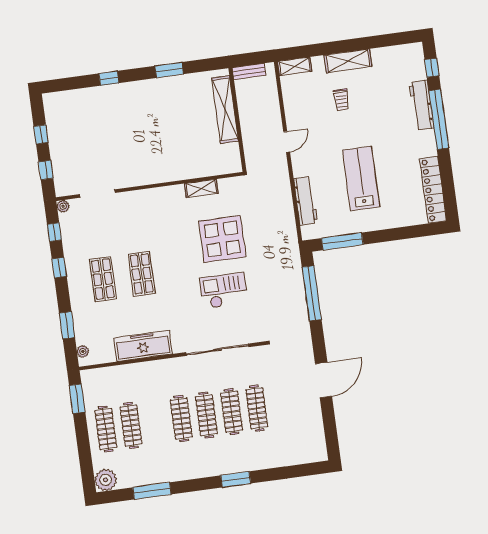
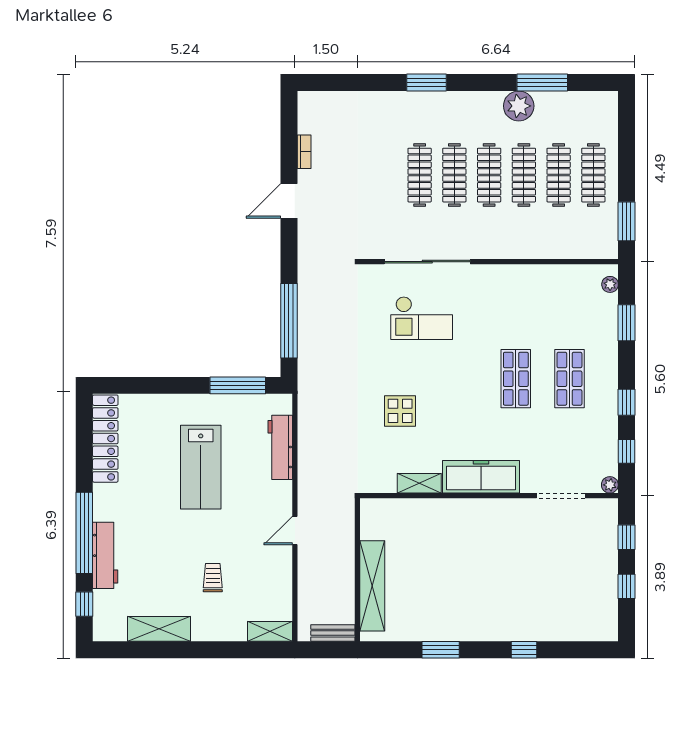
shelving: (348, 61) -> (159, 629), moved
display table: (222, 239) -> (400, 411), width x0.54, depth x0.54
checkout: (224, 291) -> (422, 318), moved
freezer: (143, 346) -> (481, 477), moved, turned 180
door: (324, 380) -> (289, 201), width x0.73
clothes rail: (257, 408) -> (524, 175), moved
bookcase: (318, 417) -> (304, 152), added
plant: (106, 480) -> (519, 106), moved

